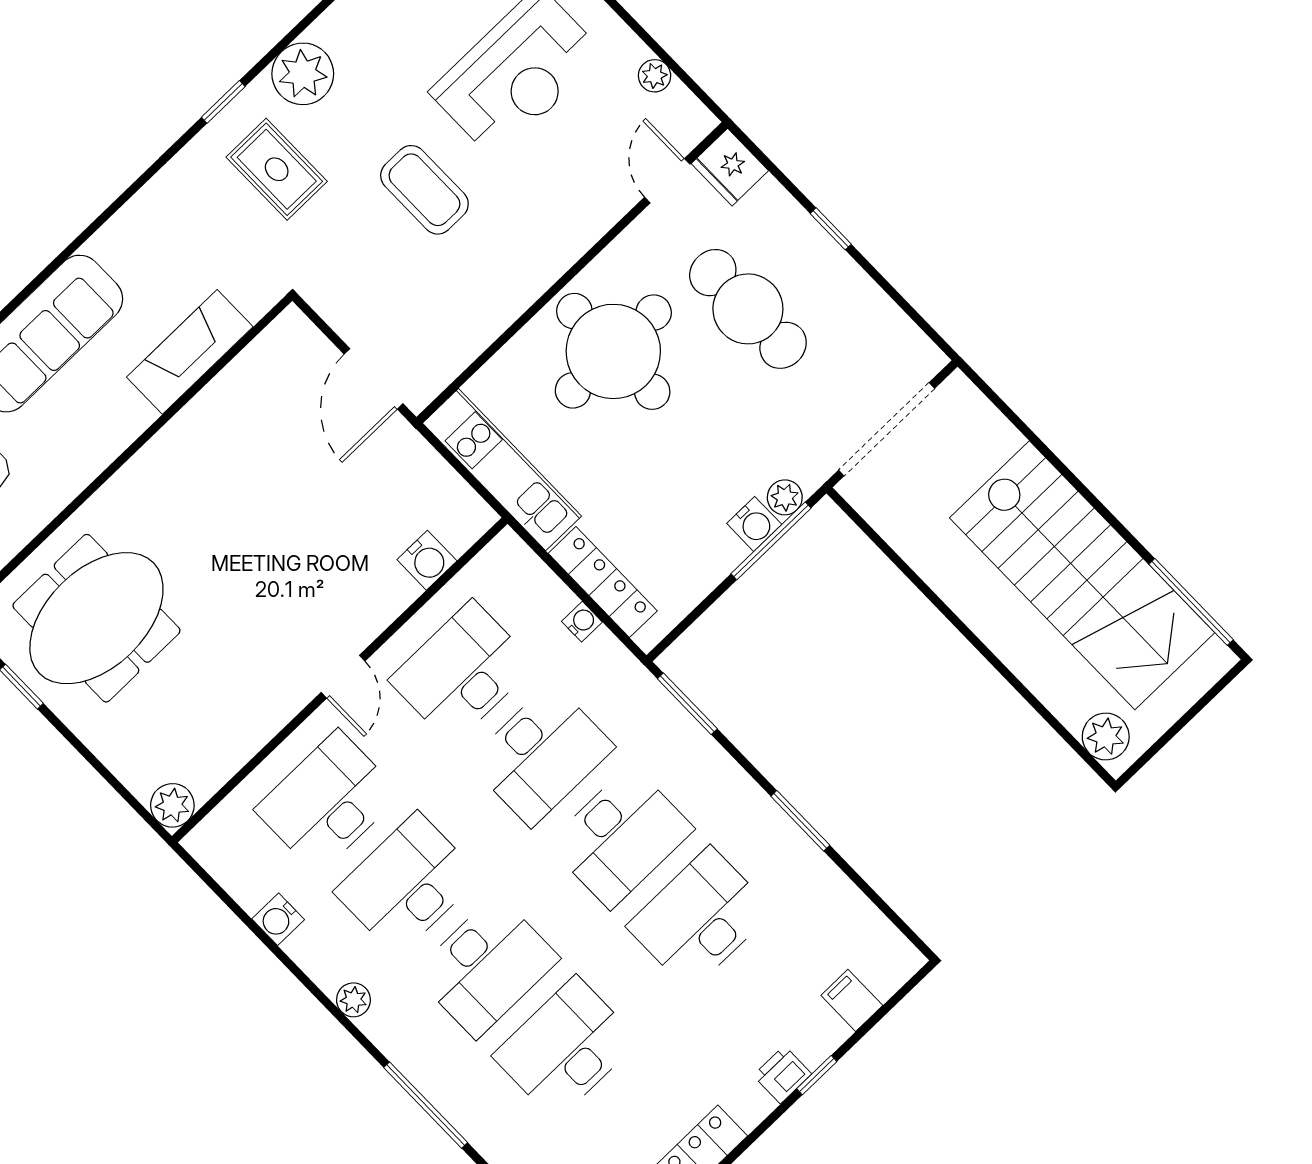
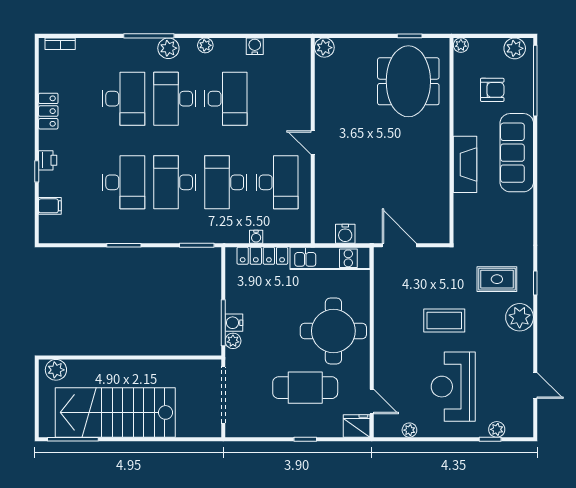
fireplace: (190, 352) -> (465, 164), moved
water cooler: (427, 560) -> (345, 234), moved, turned -90
desk: (328, 802) -> (277, 99), removed
plant: (415, 1054) -> (168, 48), added

